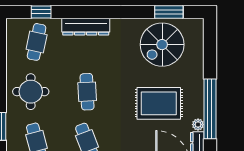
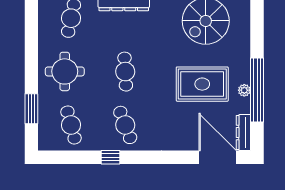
plant: (198, 125) -> (244, 90), moved

